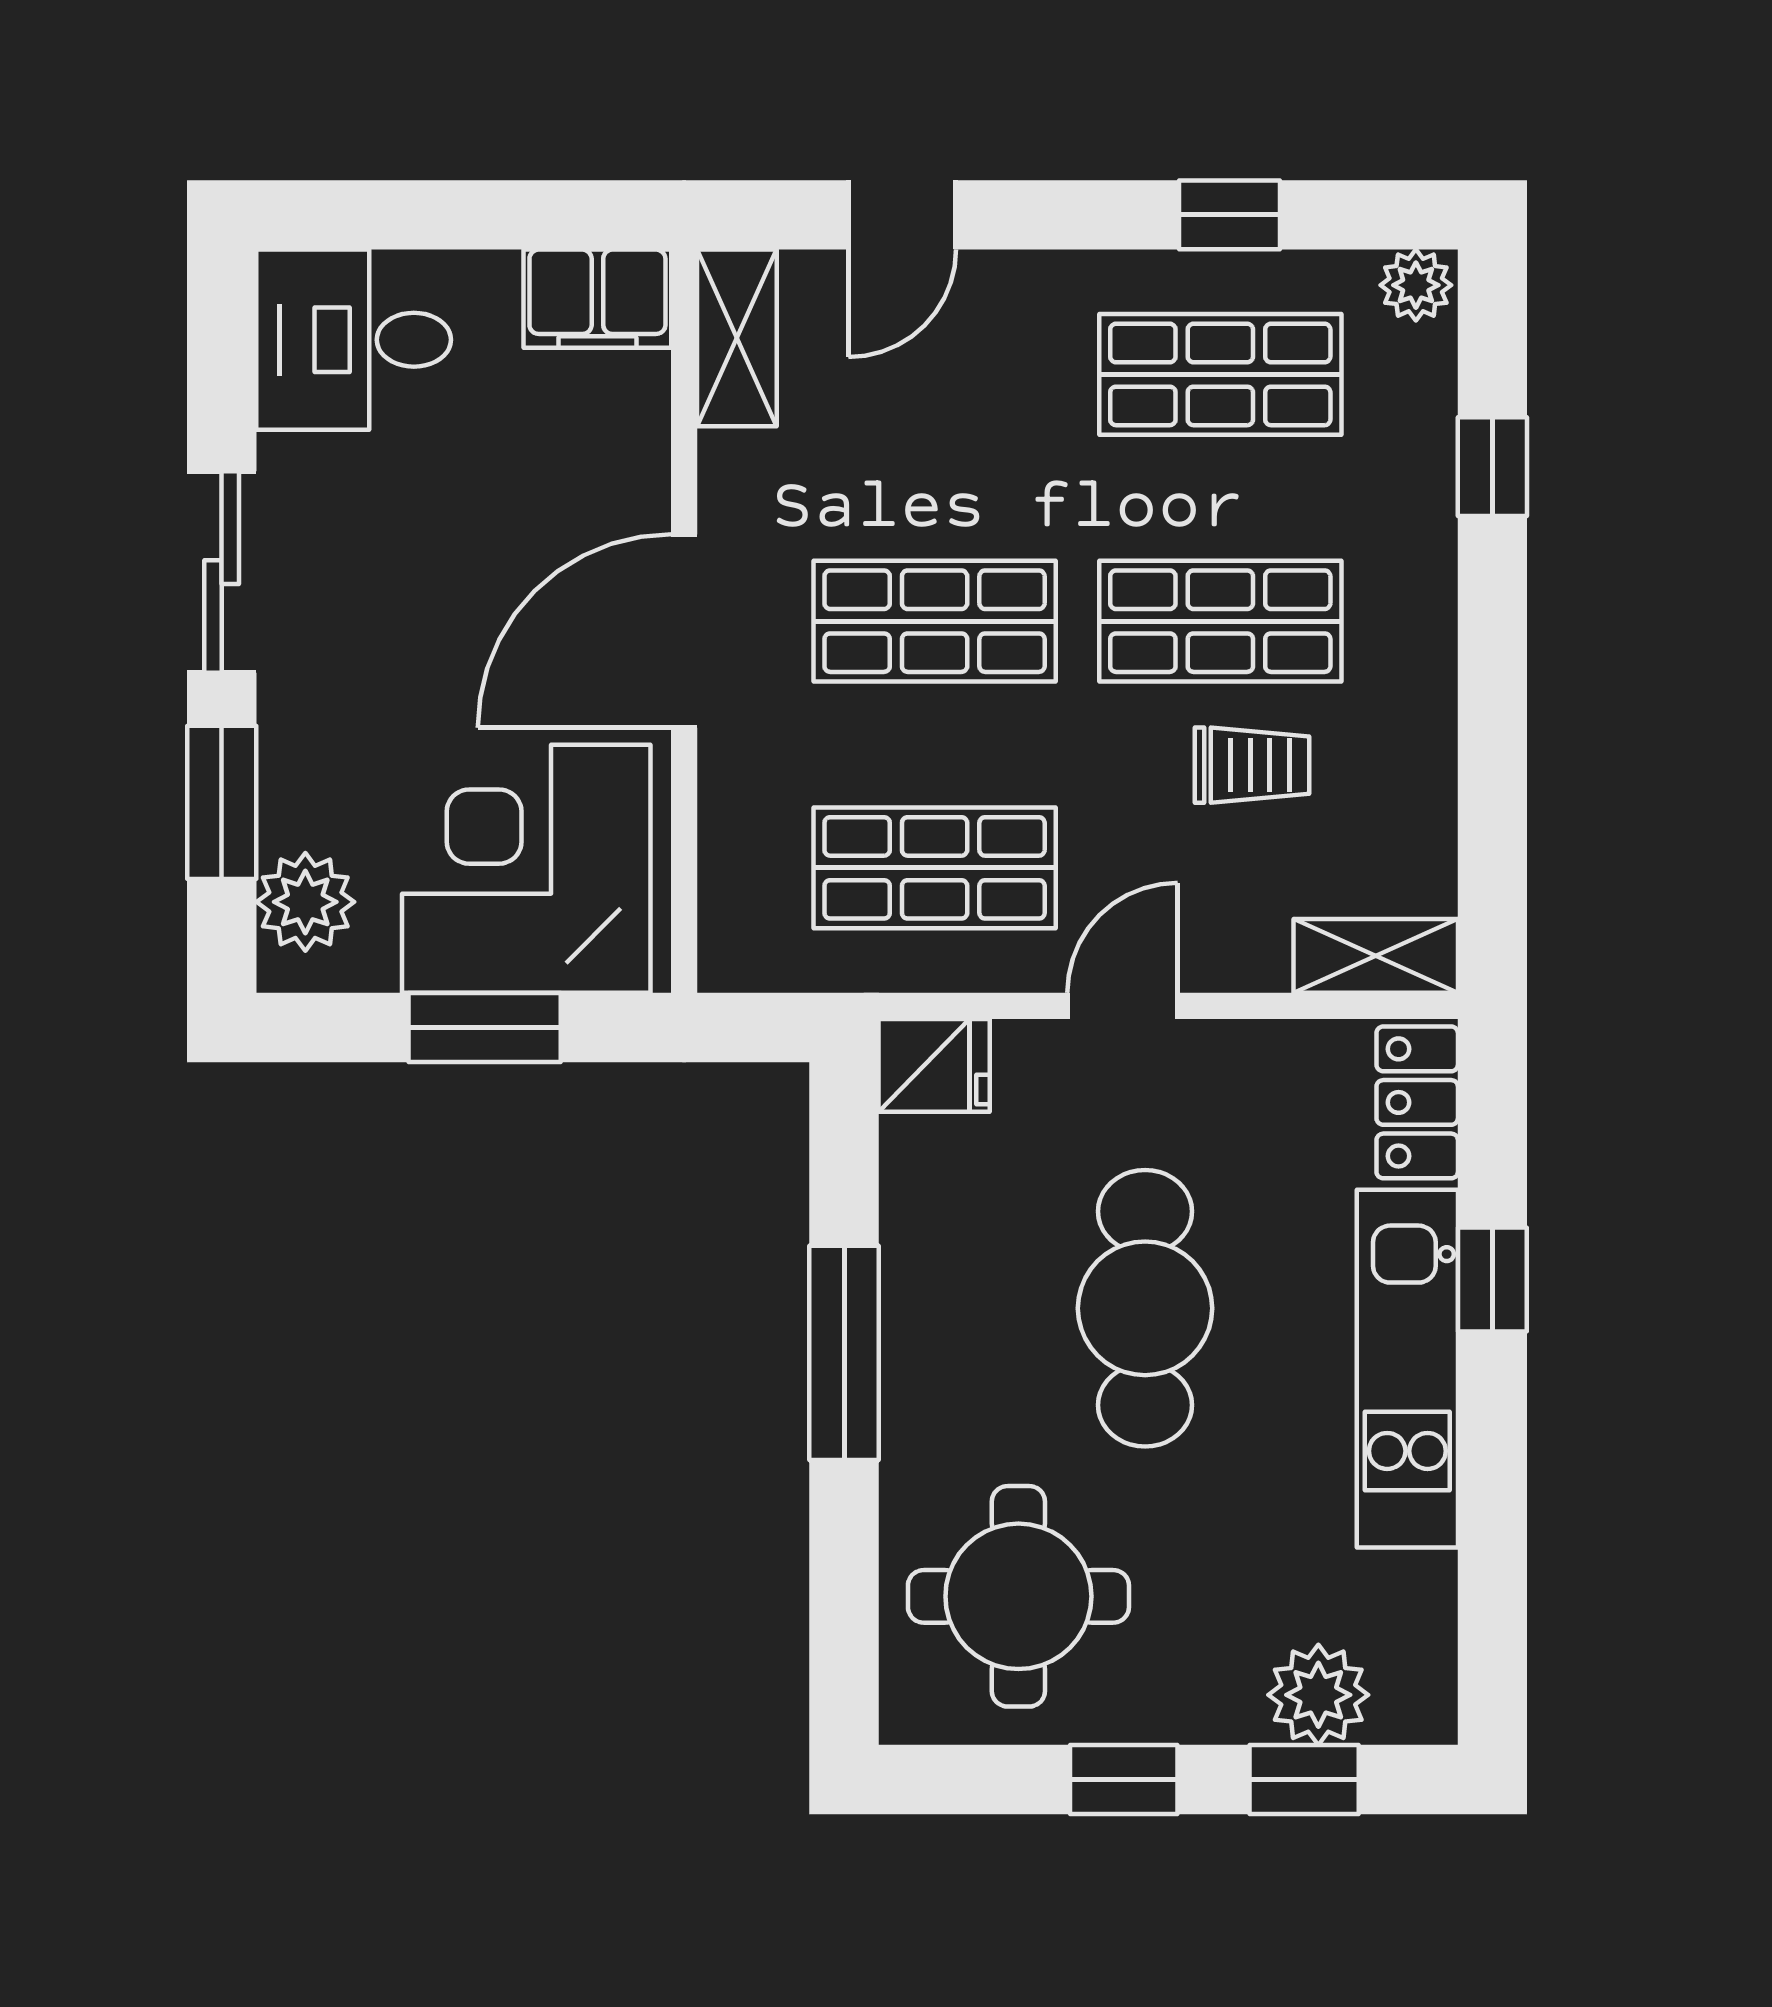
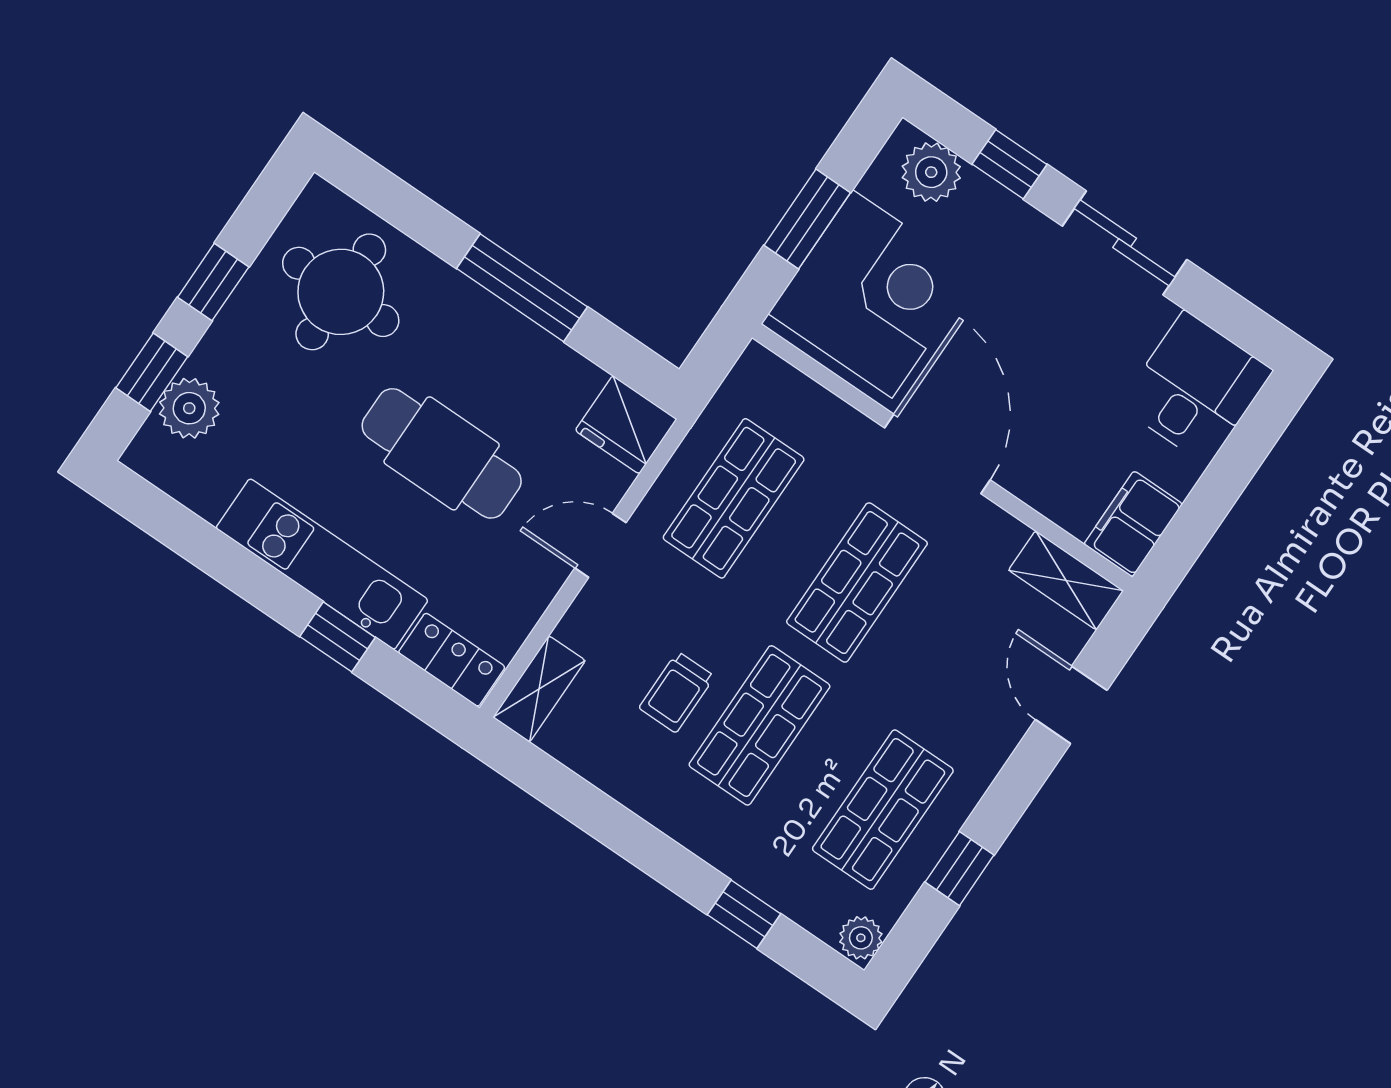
window: (222, 802) -> (1009, 164), width x0.67
door: (1123, 1006) -> (600, 545), swing flipped
fridge: (934, 1065) -> (626, 425), width x1.38

